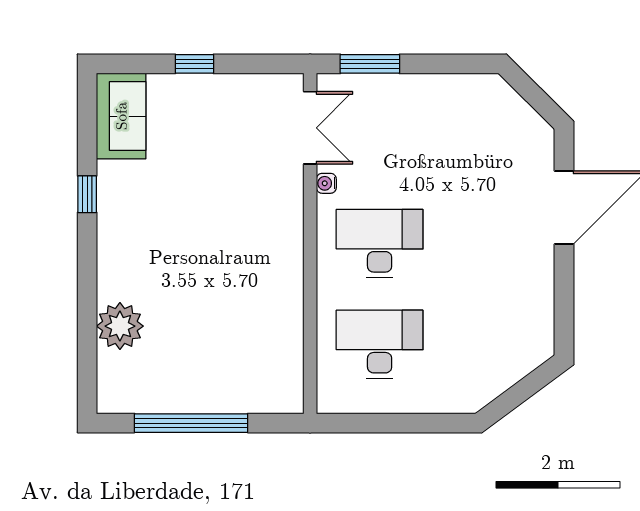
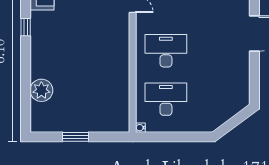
water cooler: (326, 183) -> (140, 128), moved
window: (191, 423) -> (76, 137), width x0.47

